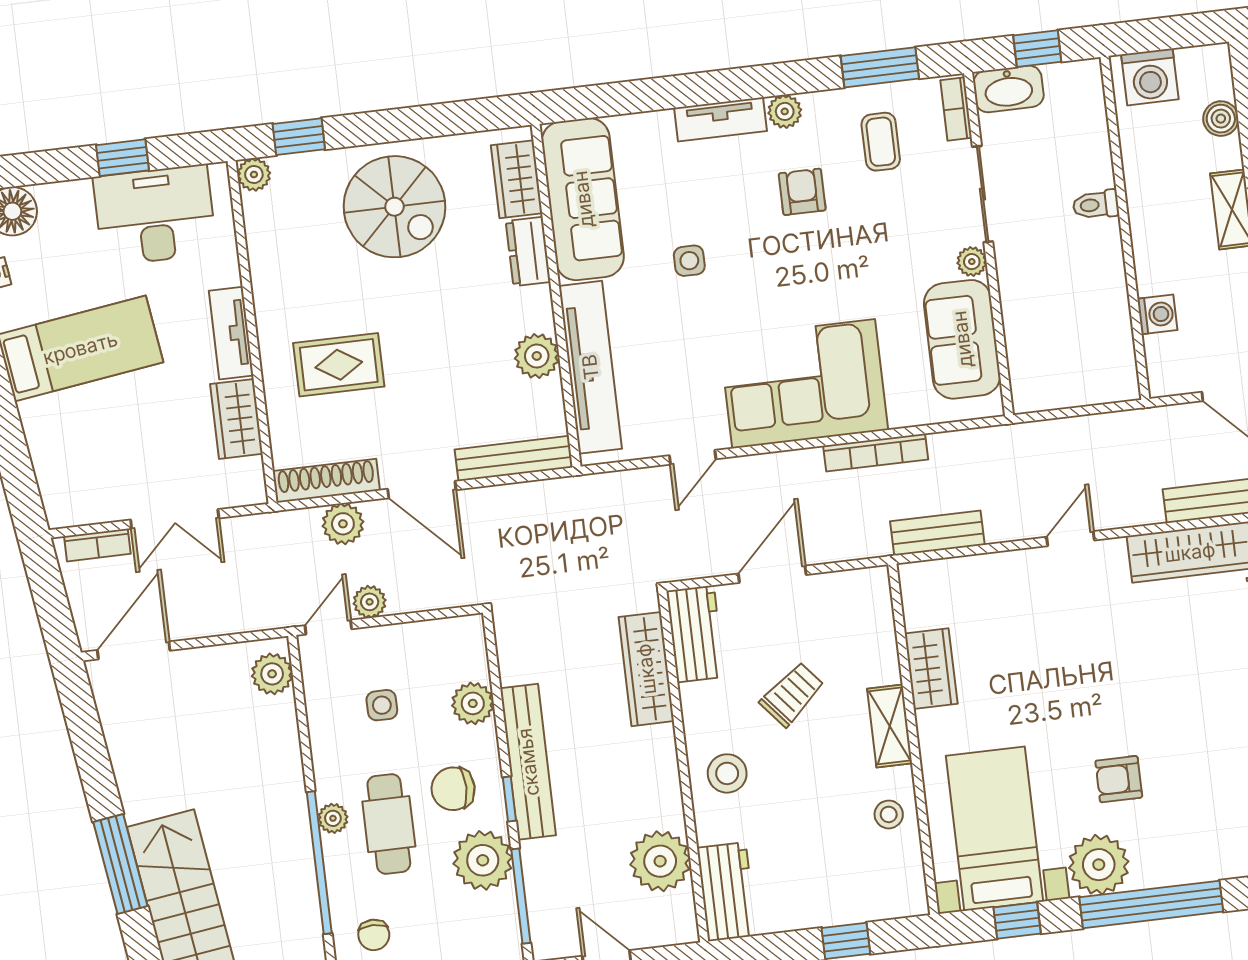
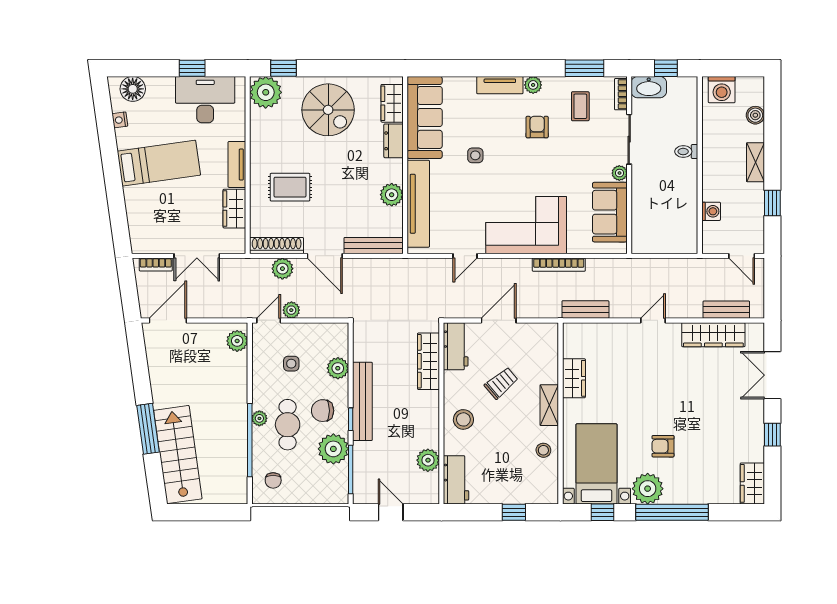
plant: (254, 175) -> (266, 92), width x1.87, depth x1.87
plant: (660, 861) -> (428, 460), width x0.73, depth x0.73

